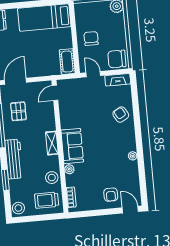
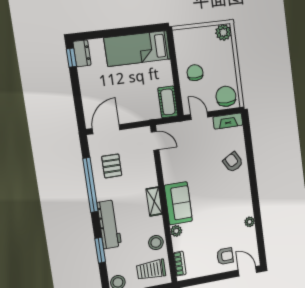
chair: (117, 59) -> (226, 96), turned 90
door: (55, 93) -> (155, 141), swing flipped
plant: (133, 156) -> (250, 222), moved
armchair: (111, 195) -> (225, 256), turned -90

